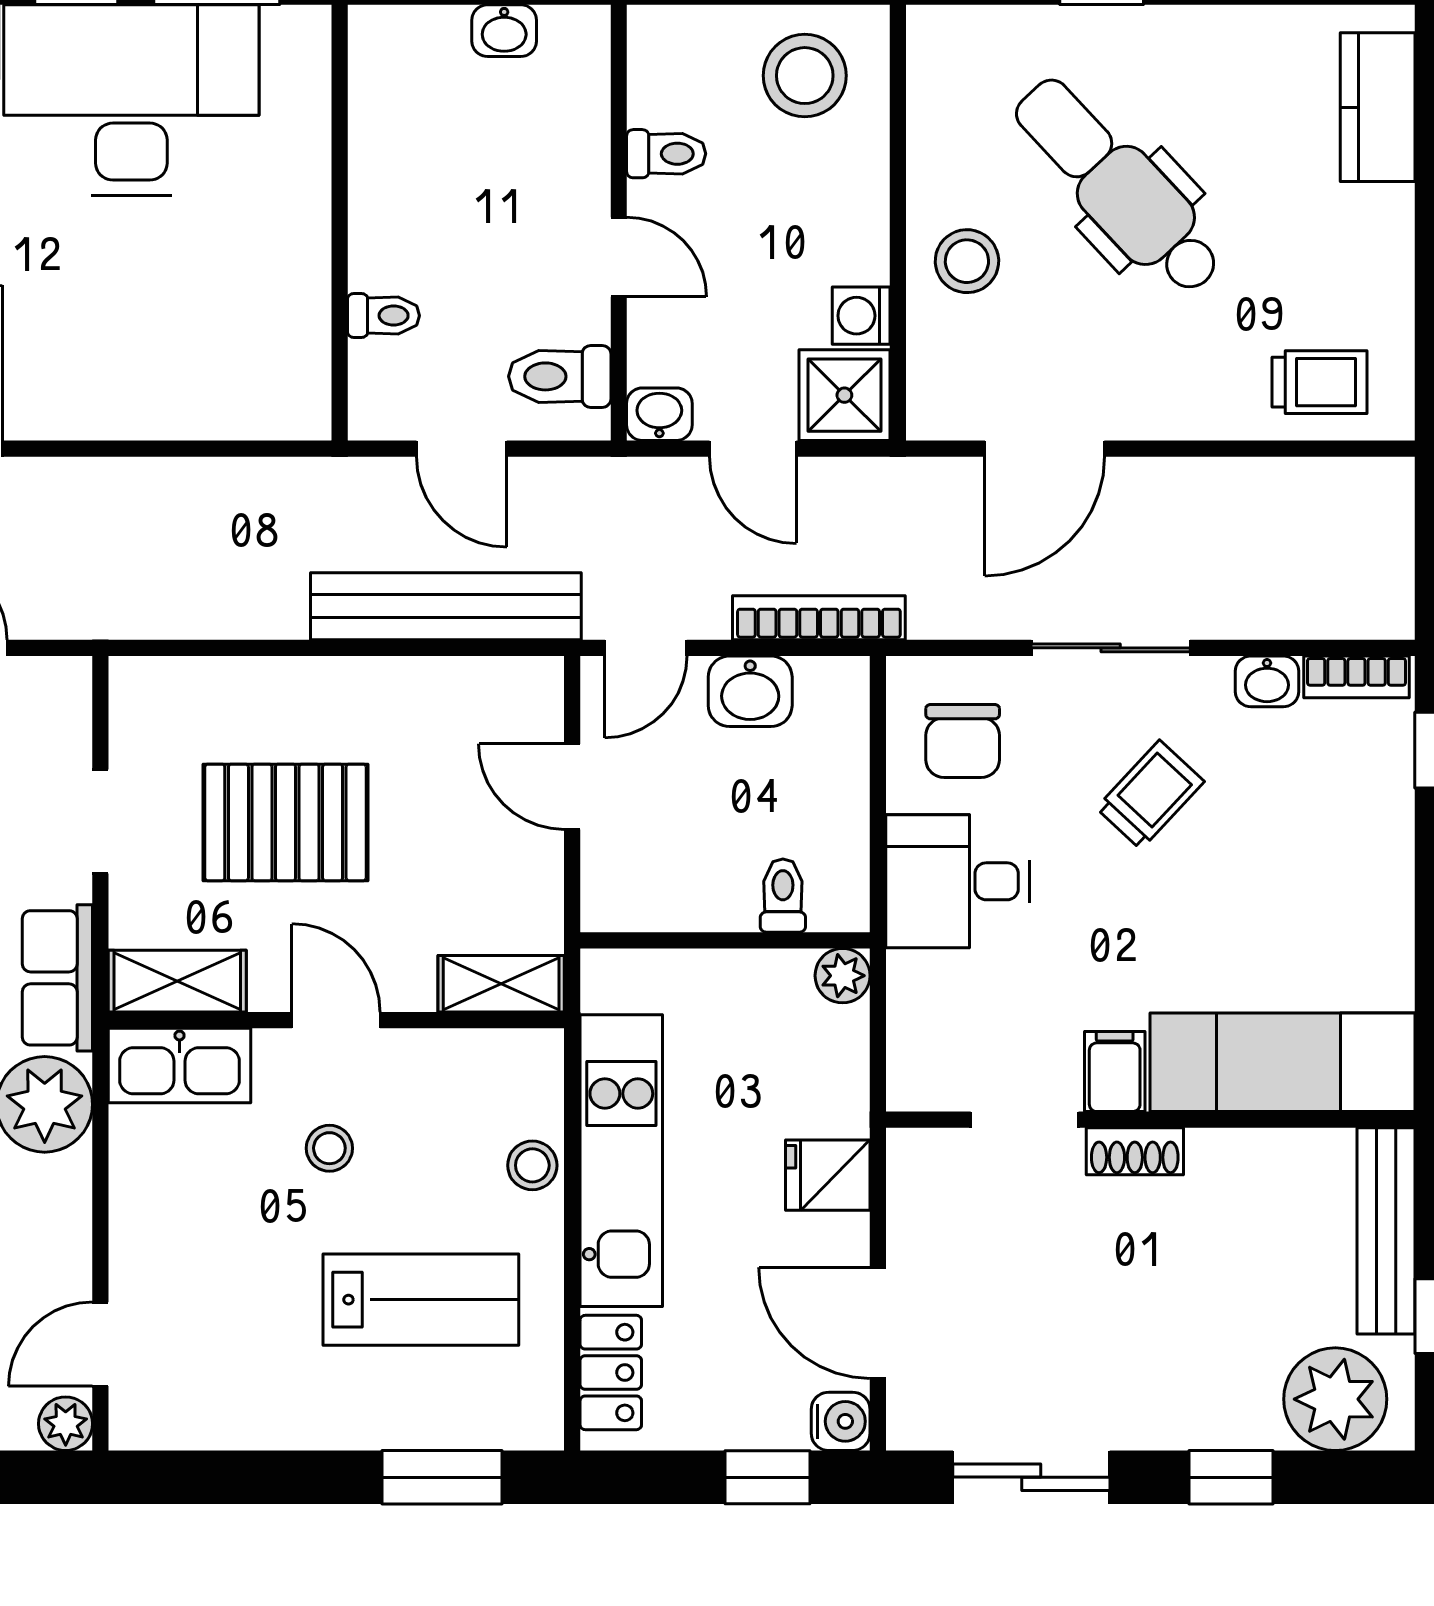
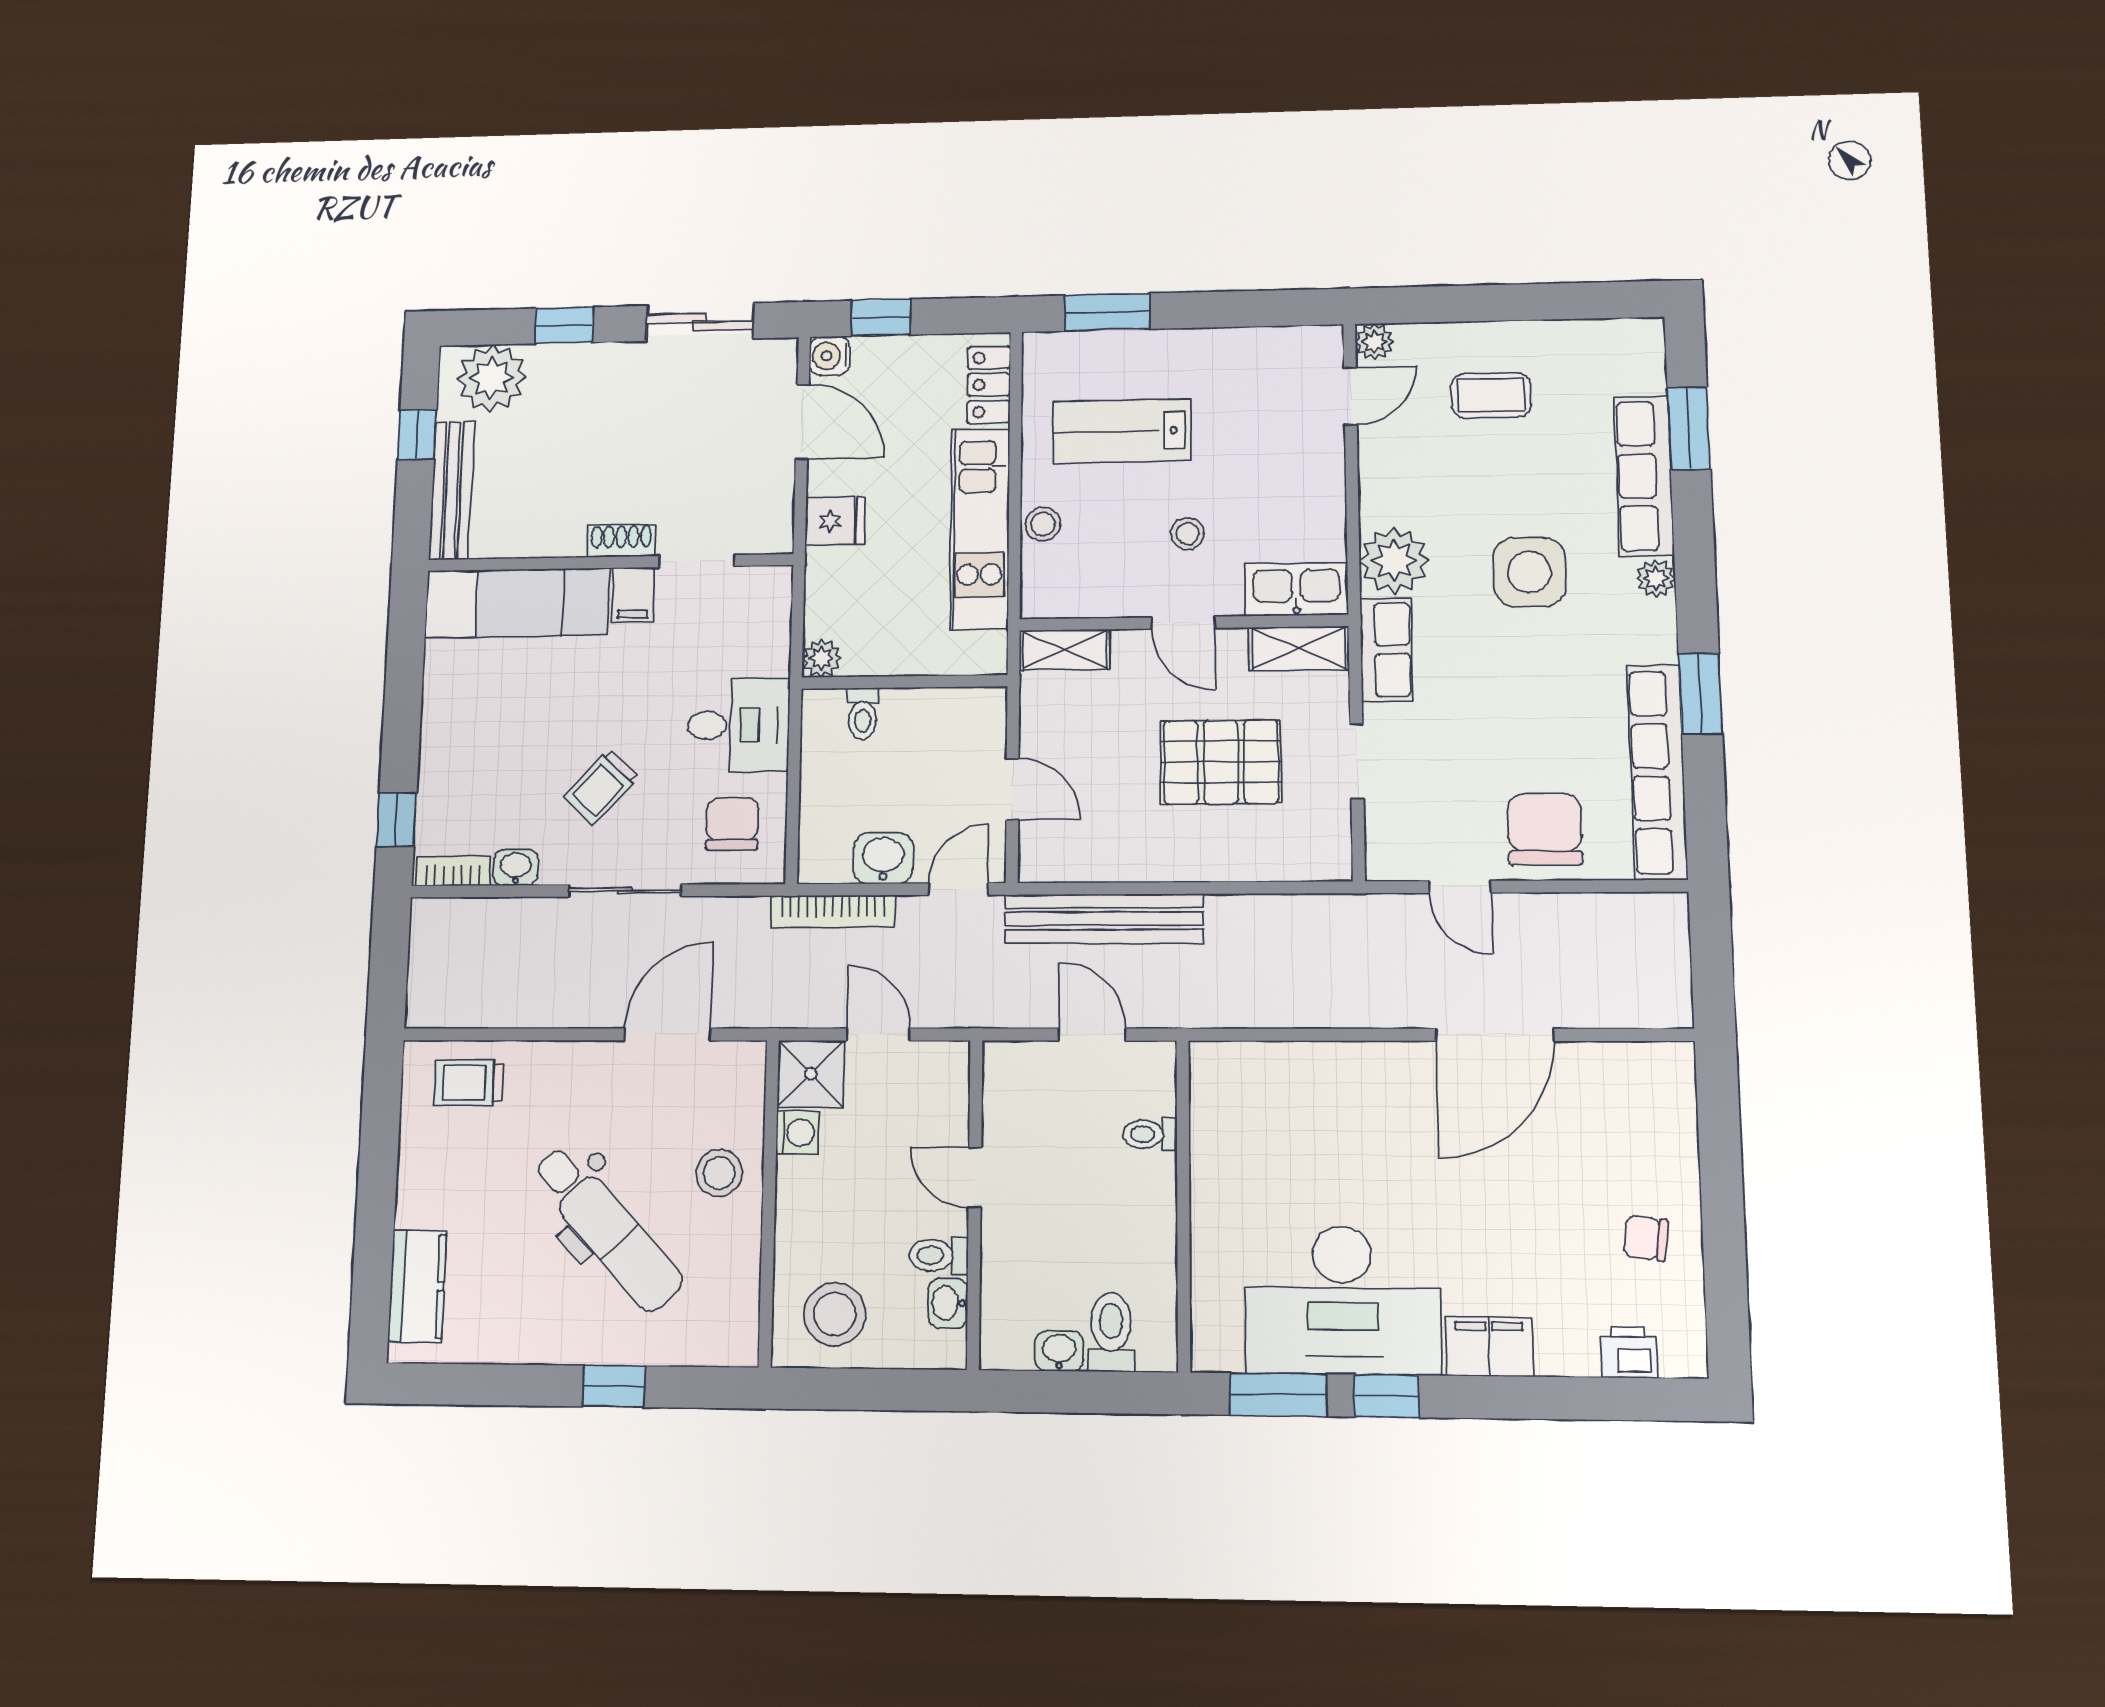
toilet: (560, 376) -> (1111, 1332), moved, turned -90
washbasin: (659, 414) -> (948, 1303), moved, turned 90

